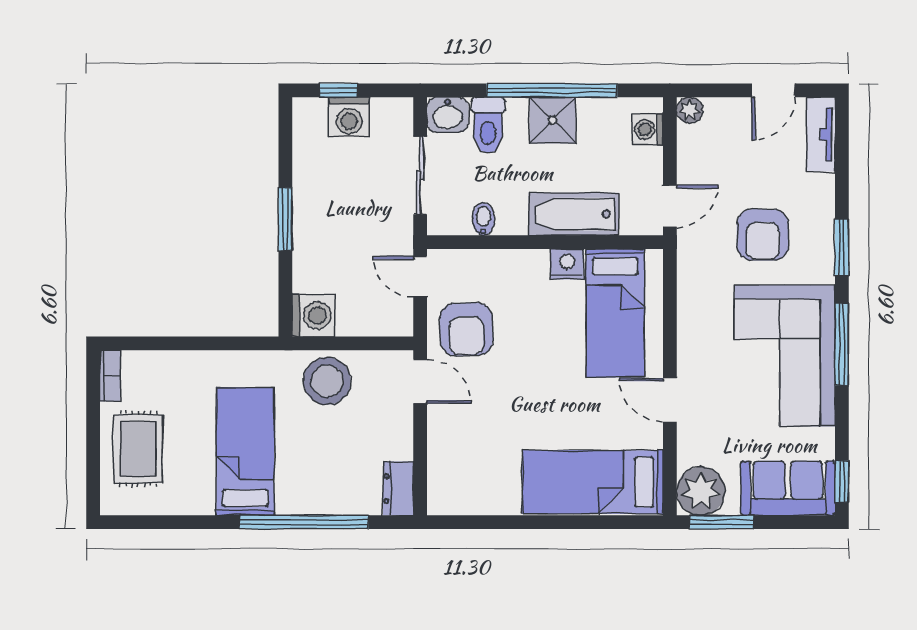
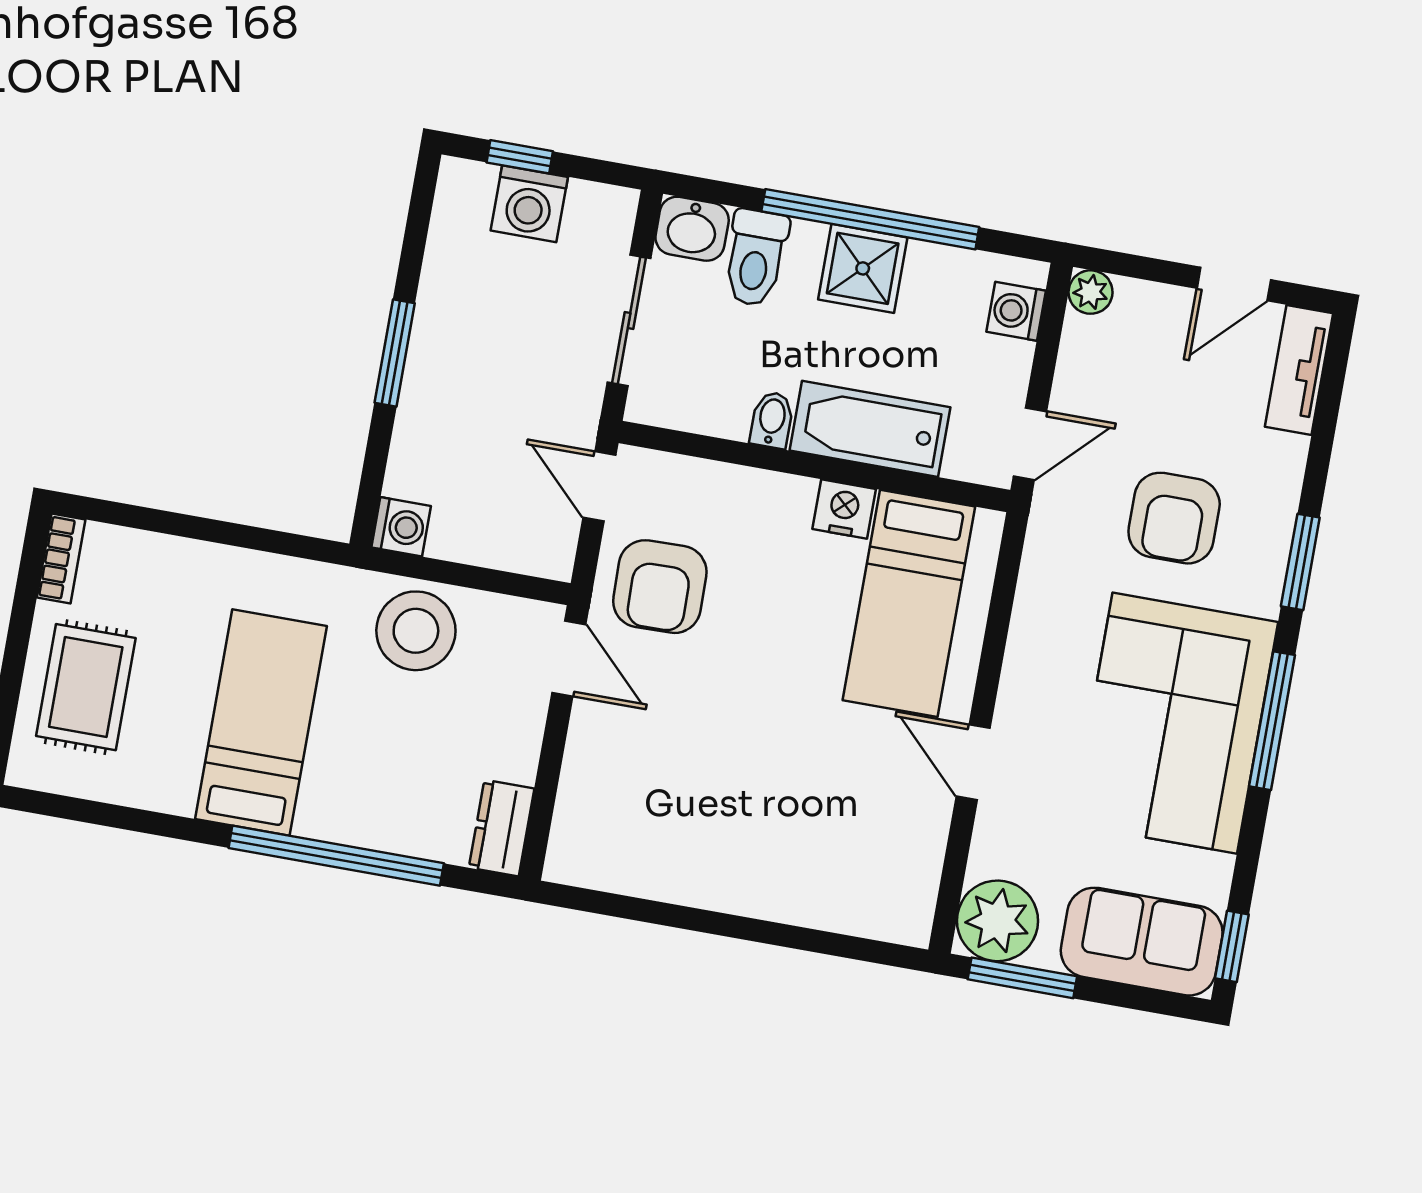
bidet: (483, 219) -> (772, 420), moved
washing machine: (313, 315) -> (401, 527), width x0.73, depth x0.73
bed: (593, 482) -> (823, 874), removed

